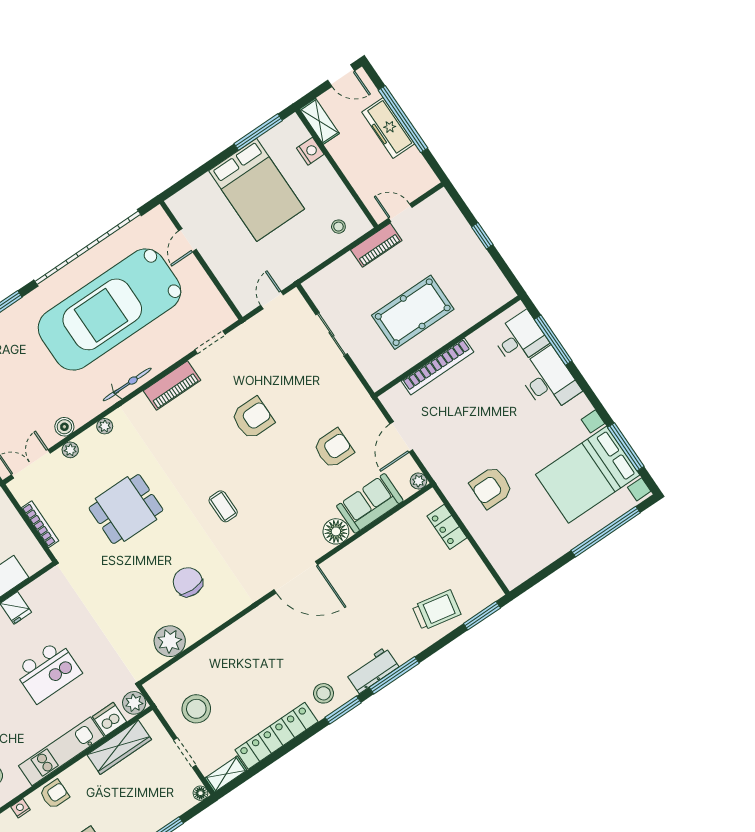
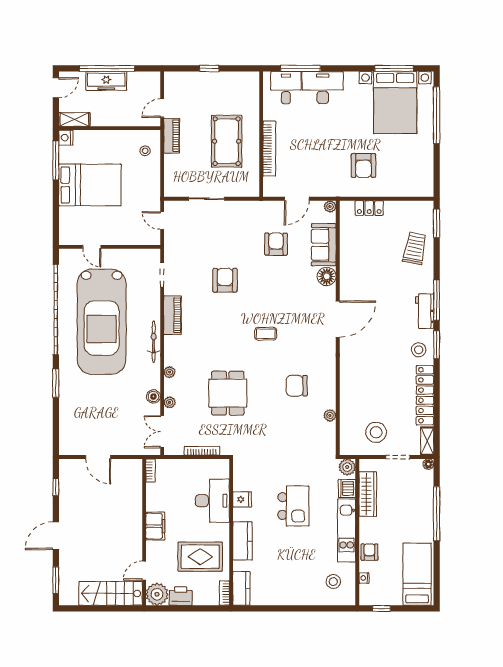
nightstand: (310, 151) -> (66, 138), moved, turned -90
door: (401, 437) -> (297, 199), hinge flipped
plant: (170, 641) -> (330, 415), width x0.53, depth x0.53

